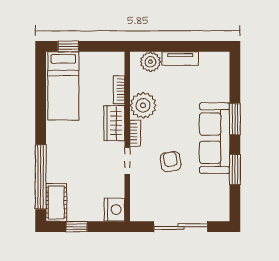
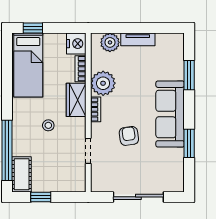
window: (235, 119) -> (189, 75), moved
stool: (85, 150) -> (48, 125), added
doorway: (127, 161) -> (88, 151), moved
nightstand: (114, 209) -> (76, 44), moved

